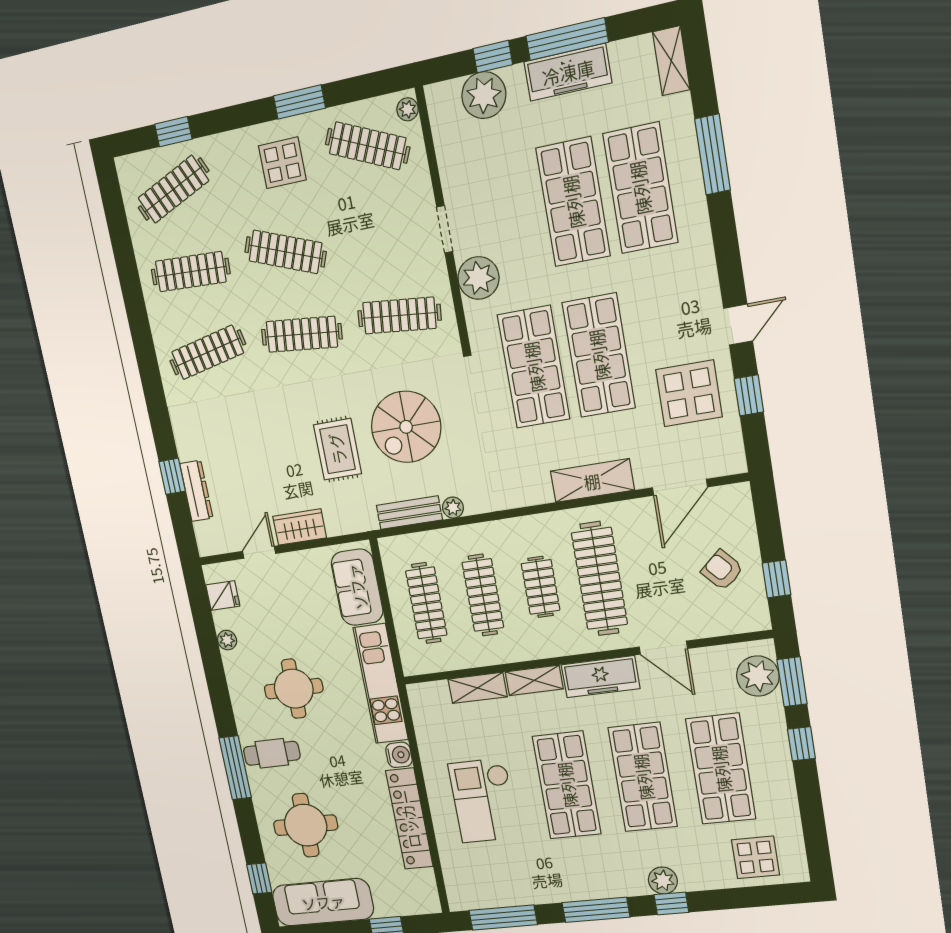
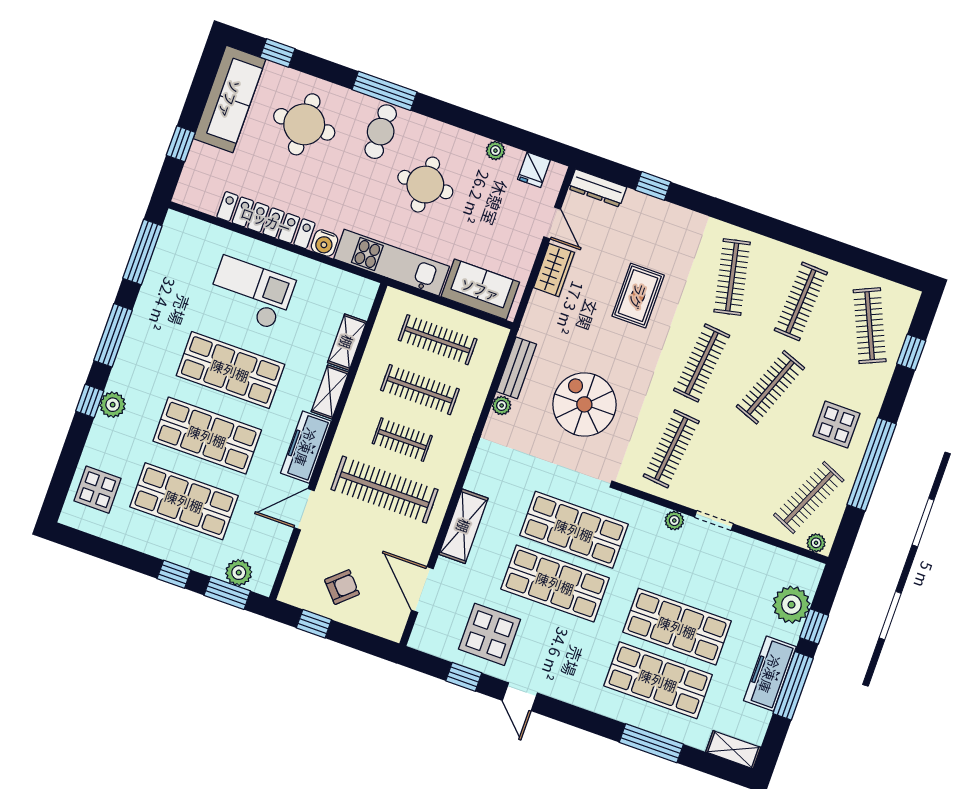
window: (299, 102) -> (872, 464), width x2.11
plant: (478, 278) -> (674, 521), width x0.53, depth x0.53
rug: (337, 449) -> (638, 296), moved, turned 90
dresser: (196, 491) -> (597, 188), moved
plant: (758, 676) -> (239, 573), width x0.73, depth x0.73

